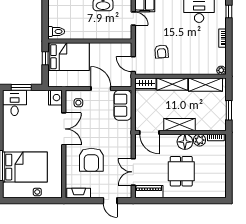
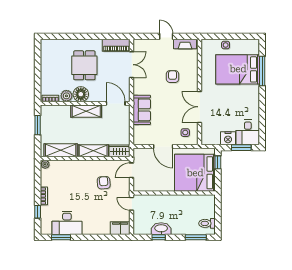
window: (229, 12) -> (38, 212), moved
door: (133, 19) -> (132, 204), moved
toilet: (56, 32) -> (207, 223), moved
bed: (69, 57) -> (195, 173), width x1.36
window: (45, 58) -> (218, 162), moved
door: (133, 64) -> (132, 170), swing flipped
nightstand: (55, 98) -> (228, 138), moved, turned -90
sofa: (123, 105) -> (142, 110), moved
armchair: (91, 160) -> (173, 77), width x0.53, depth x0.53
door: (110, 201) -> (166, 36), moved

